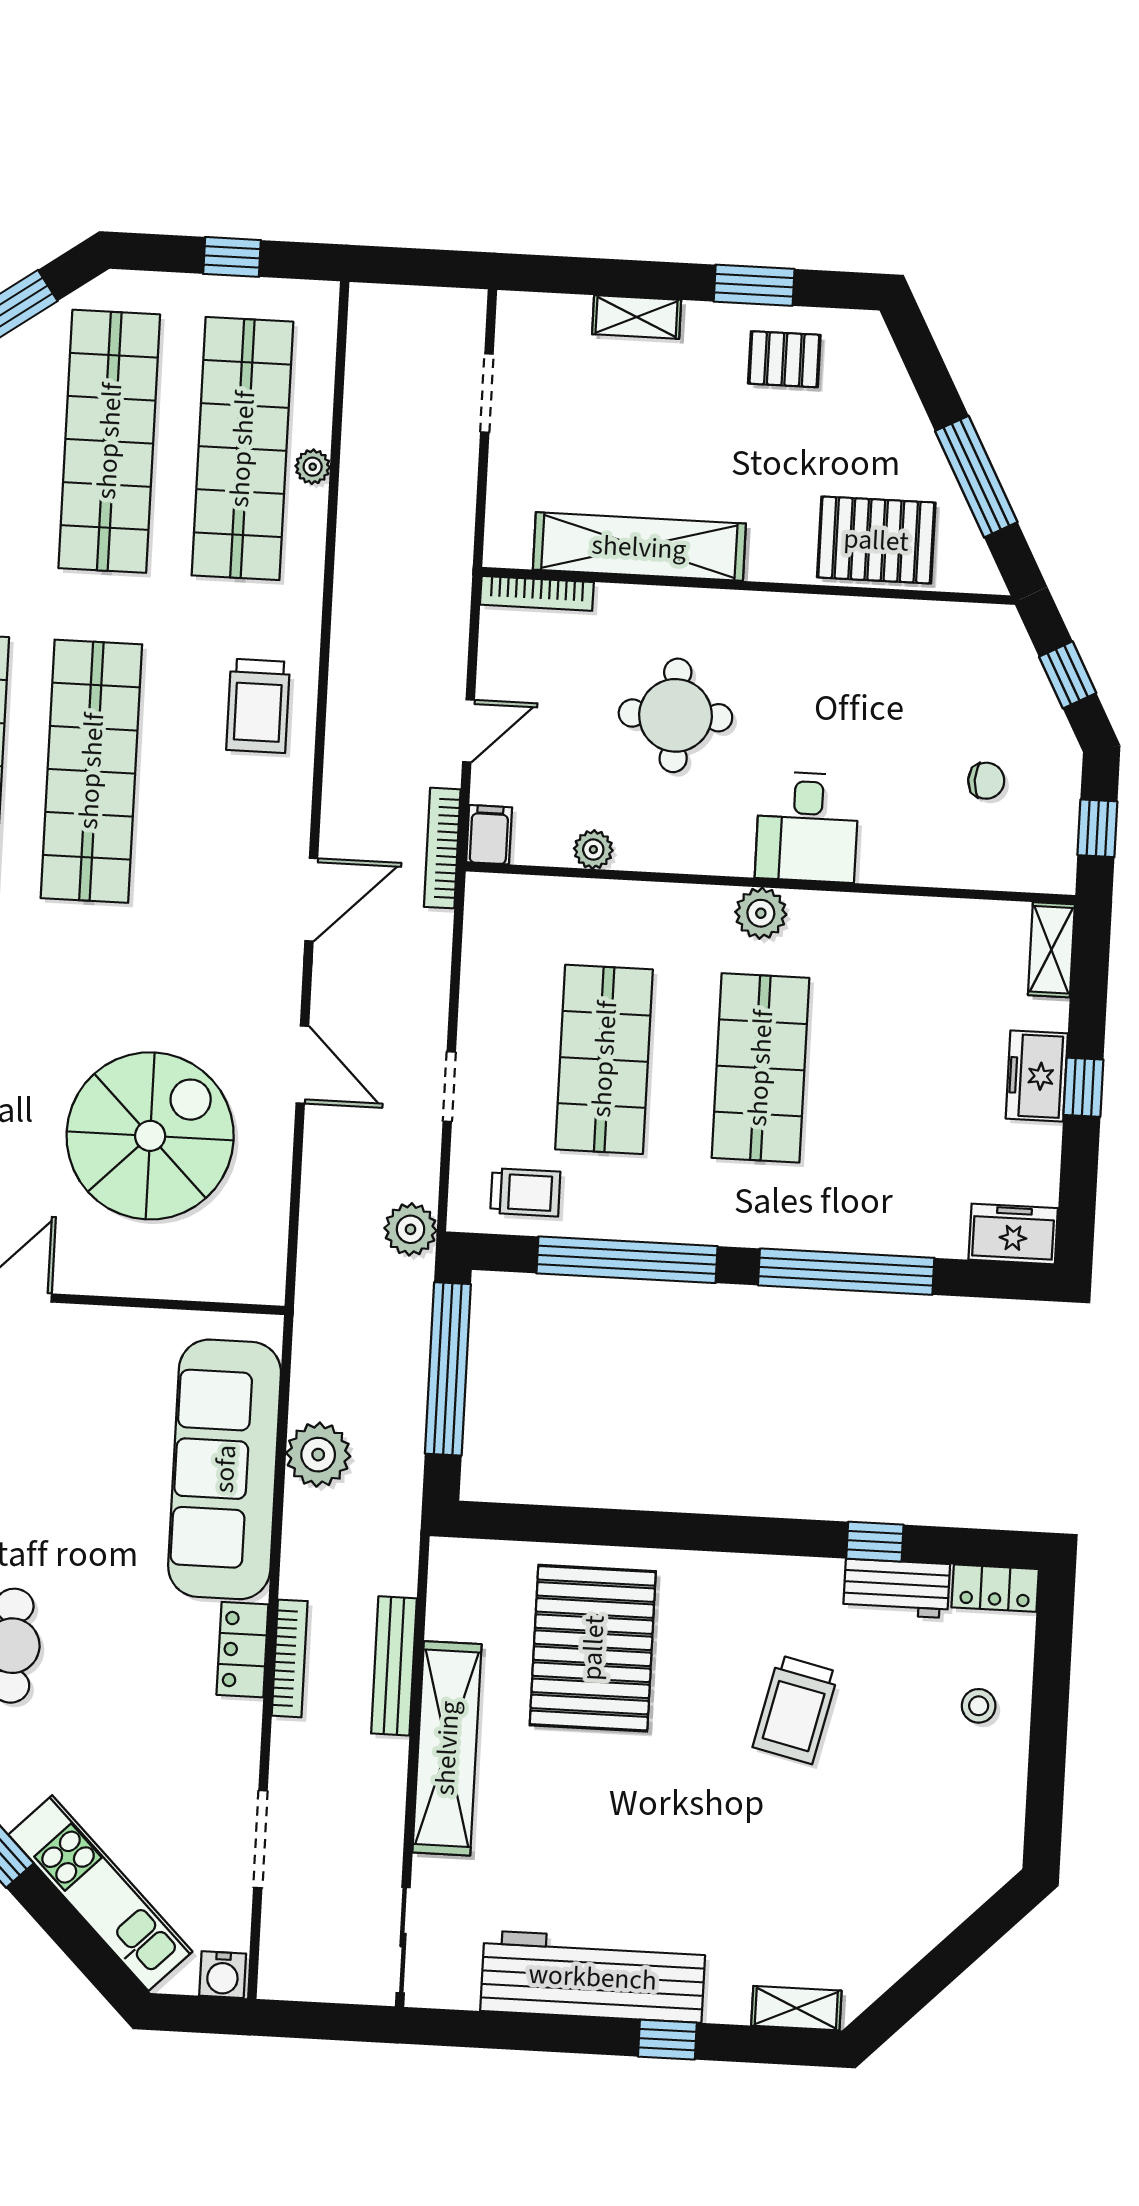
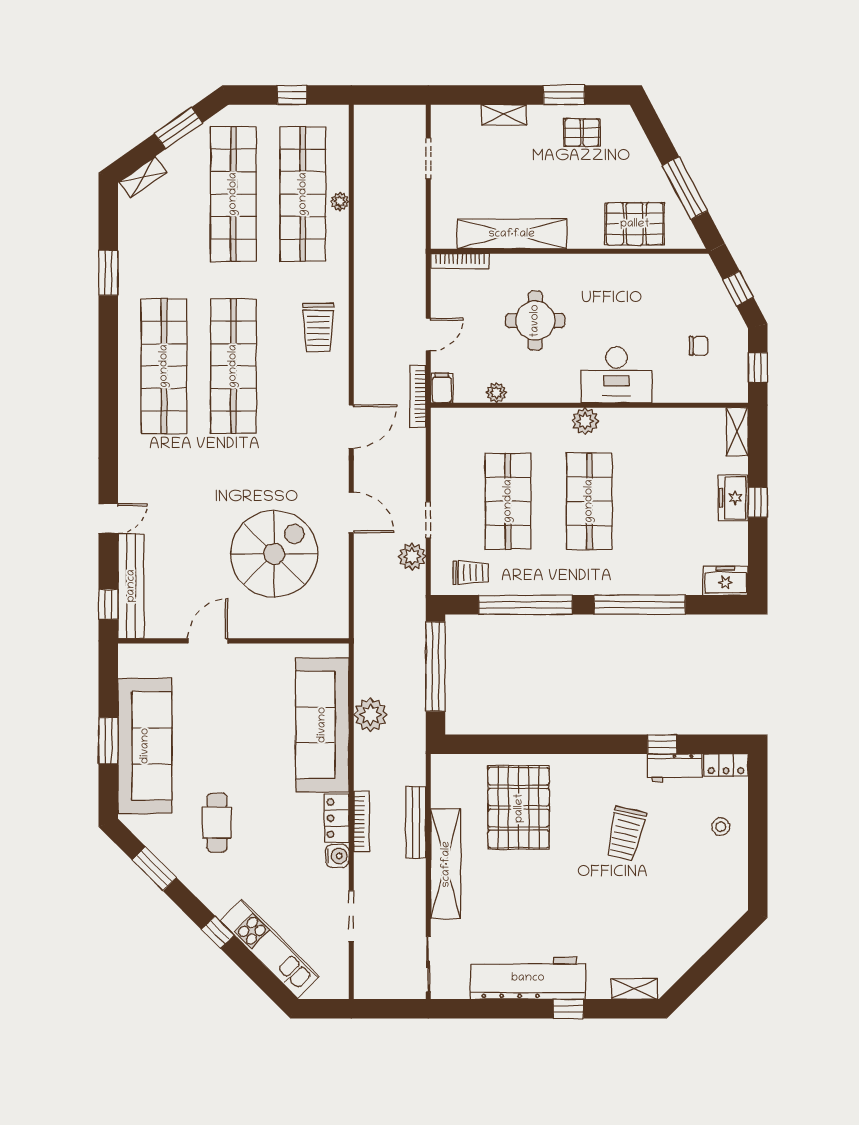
desk: (807, 827) -> (617, 375), width x1.37
plant: (411, 1229) -> (412, 556), moved
water cooler: (223, 1975) -> (337, 856), moved, turned -90

